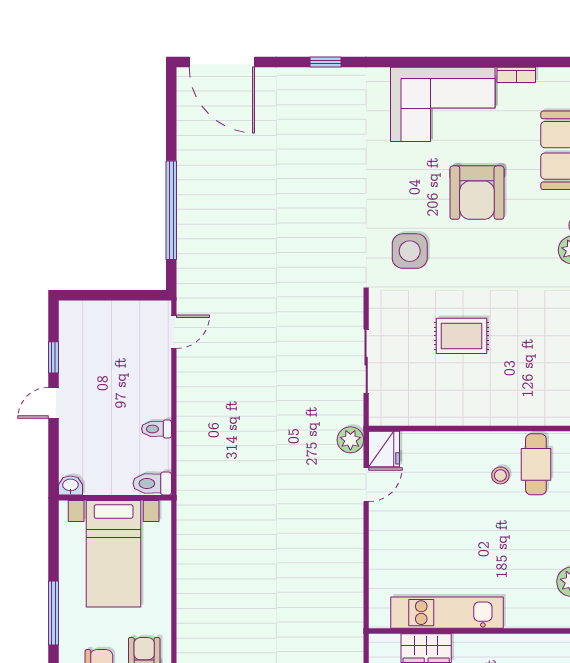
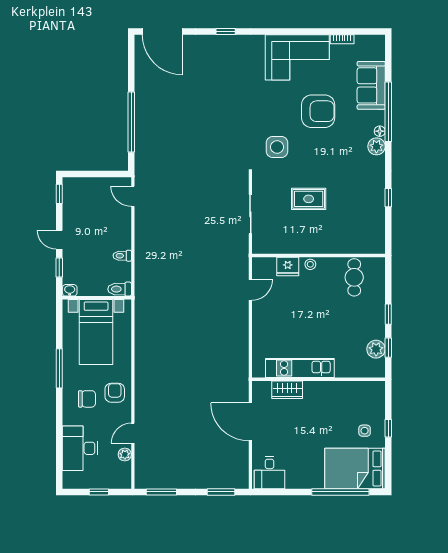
armchair: (477, 193) -> (318, 111), turned -90
door: (174, 332) -> (133, 196), swing flipped
window: (53, 357) -> (59, 194), moved
door: (53, 403) -> (59, 240), hinge flipped
plant: (350, 440) -> (241, 262), removed
window: (53, 448) -> (59, 267), added
fridge: (384, 449) -> (288, 266), moved, turned 90
stool: (500, 475) -> (310, 264), moved

